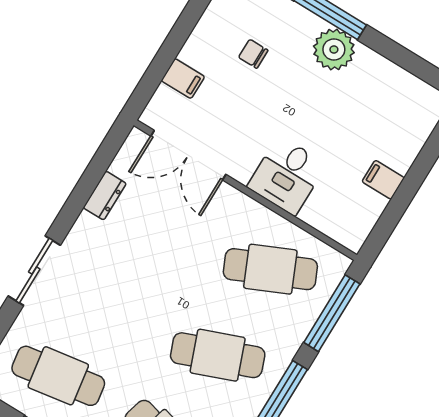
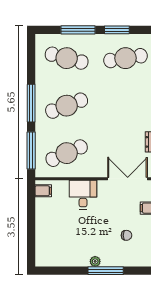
plant: (334, 49) -> (95, 261), width x0.53, depth x0.53
filing cabinet: (383, 180) -> (43, 191), moved

